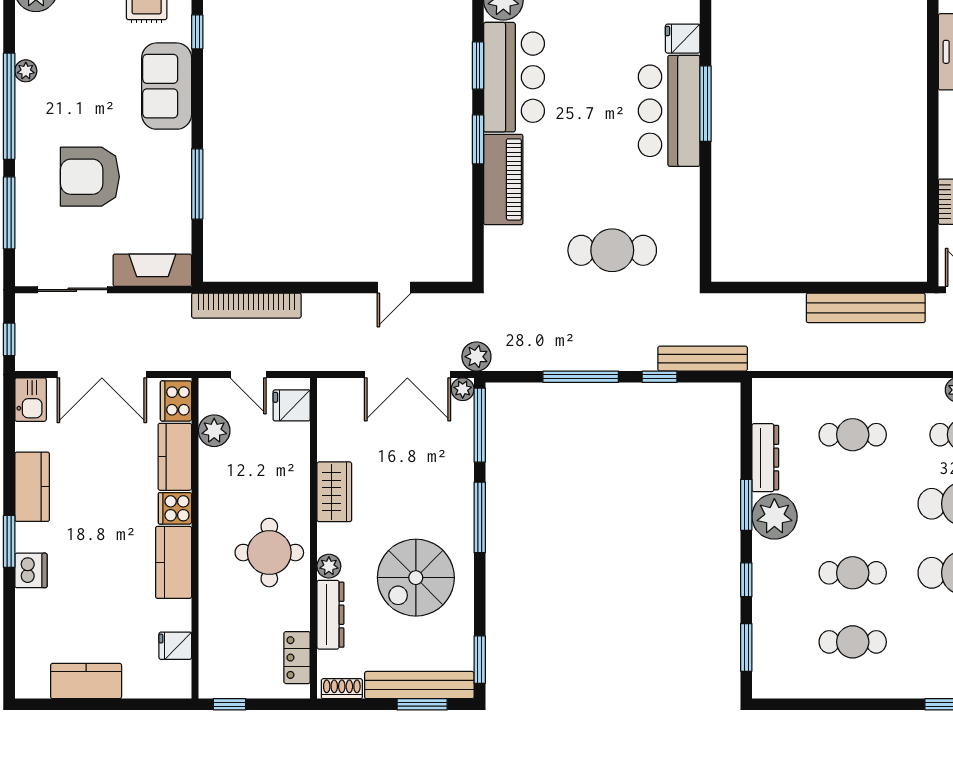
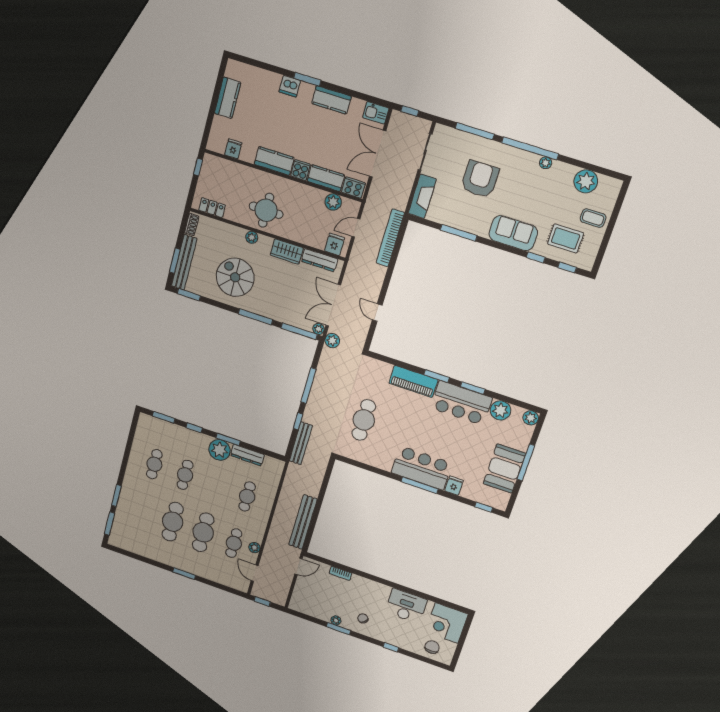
dresser: (330, 615) -> (319, 260), moved

